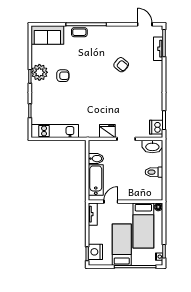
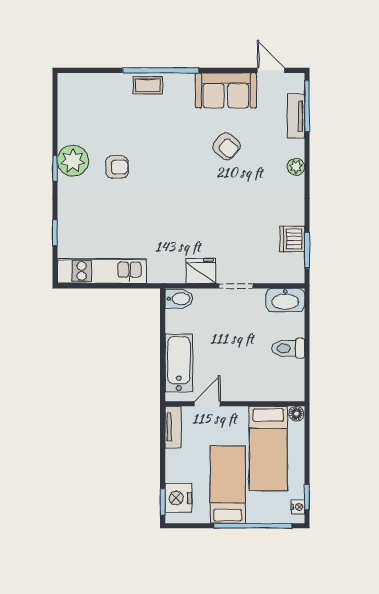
sofa: (47, 35) -> (226, 90), moved
plant: (158, 76) -> (296, 167), added
dishwasher: (156, 127) -> (292, 239), moved
bidet: (96, 159) -> (179, 299), moved

